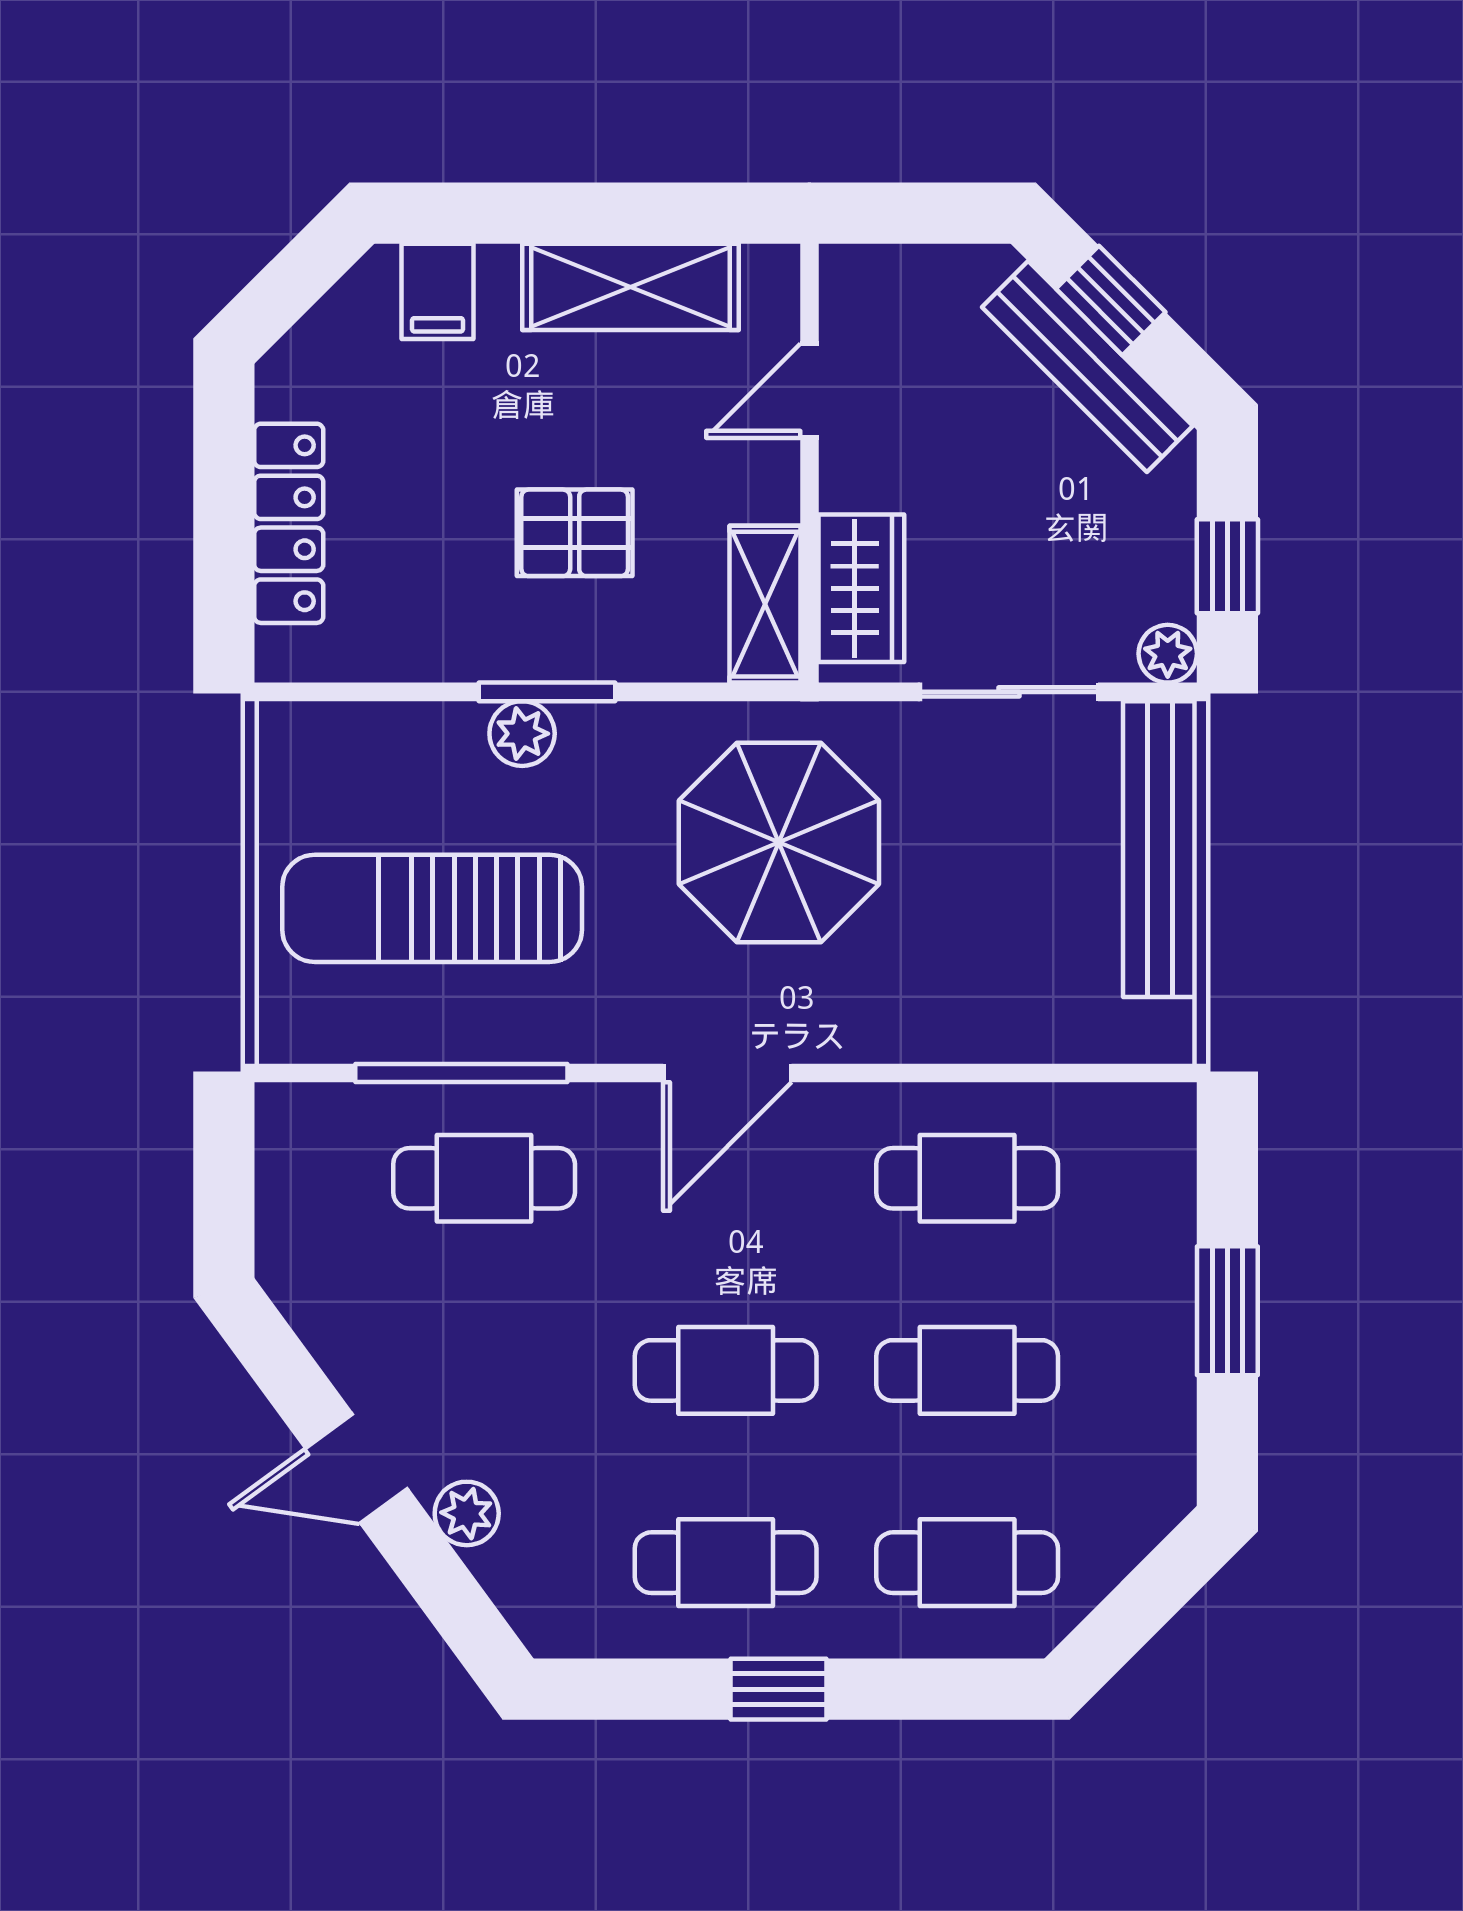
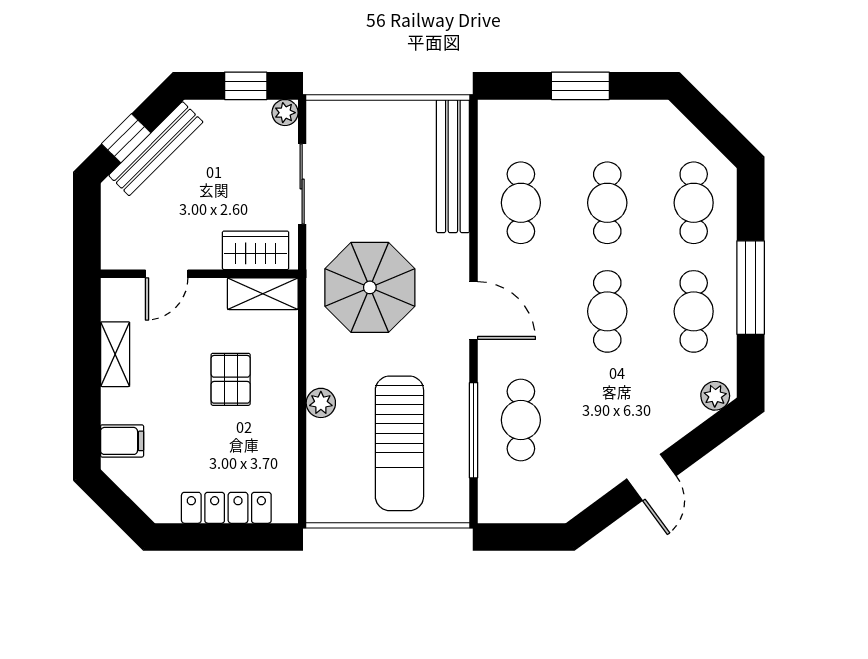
shelving: (630, 287) -> (115, 354), width x0.67, depth x0.75
door: (809, 391) -> (167, 274), hinge flipped
window: (547, 692) -> (302, 392), removed
bench: (1160, 849) -> (453, 166), moved, turned 90
plant: (467, 1513) -> (715, 396), moved
window: (778, 1689) -> (751, 288), width x2.17

